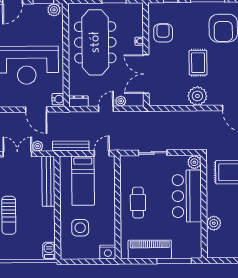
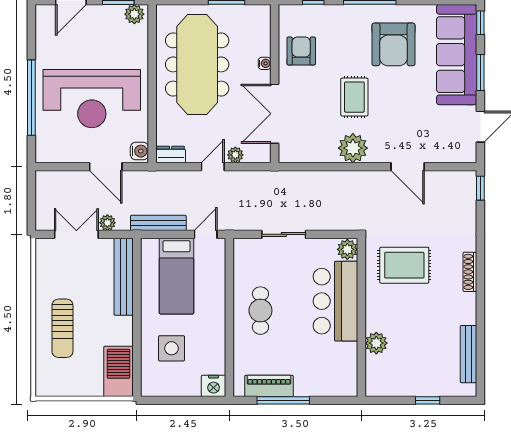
piano: (150, 249) -> (269, 386), width x0.73, depth x0.75
barbecue: (49, 251) -> (119, 371), width x1.88, depth x1.53
window: (174, 261) -> (283, 400), moved

